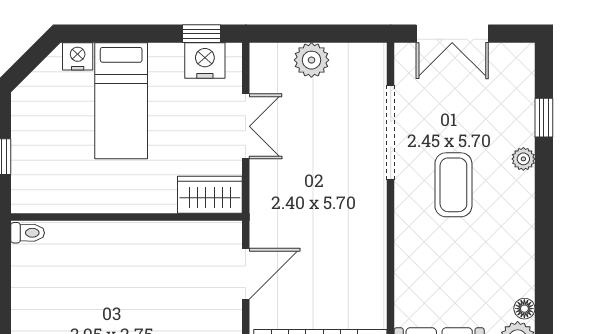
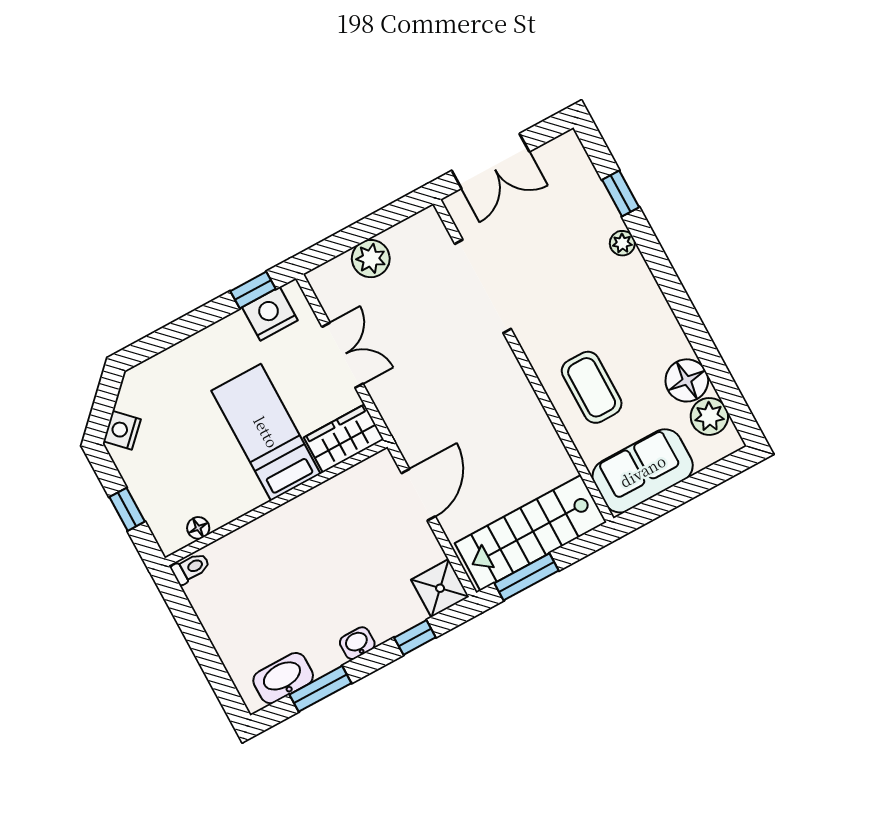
nightstand: (78, 56) -> (122, 430), moved, turned -45
bed: (121, 101) -> (266, 432), moved, turned 180
coffee table: (453, 185) -> (592, 387), moved
floor lamp: (52, 203) -> (198, 528), added
floor lamp: (524, 309) -> (687, 380), width x1.89, depth x1.89

